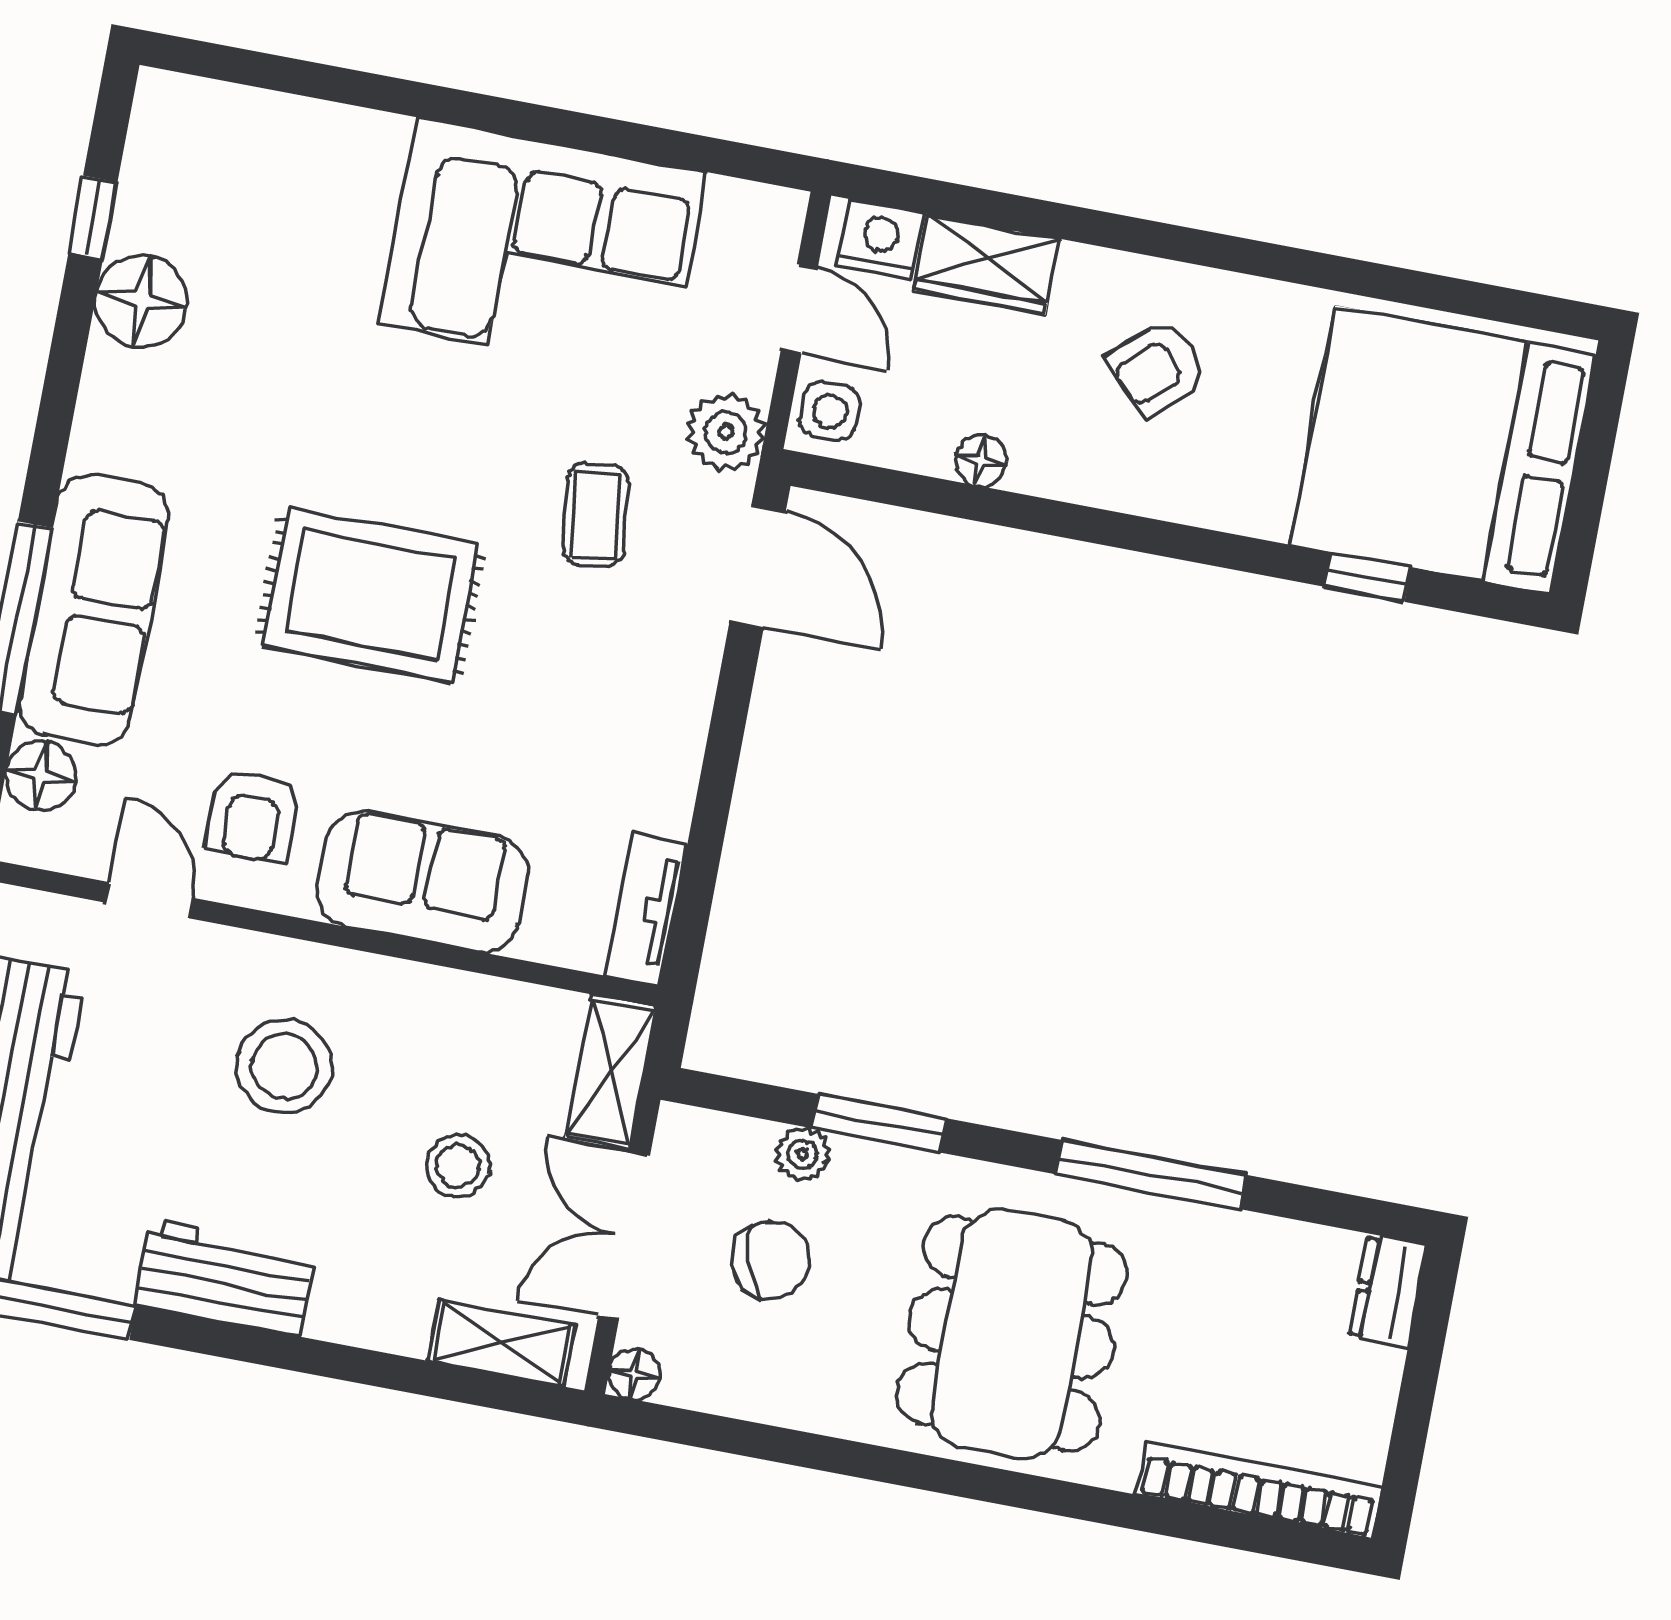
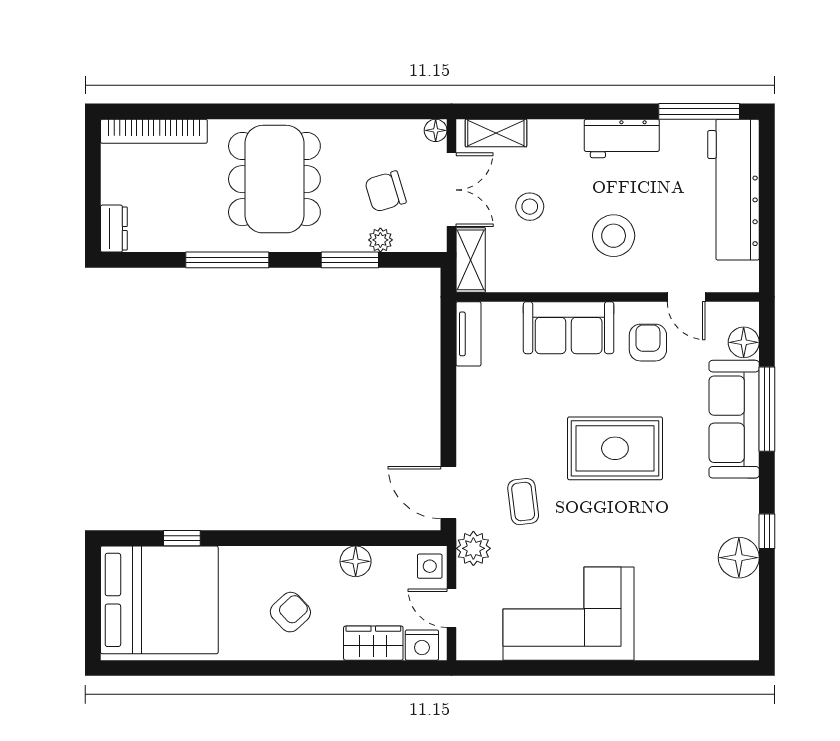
window: (93, 217) -> (767, 531), moved
floor lamp: (981, 461) -> (356, 561), width x1.37, depth x1.37

